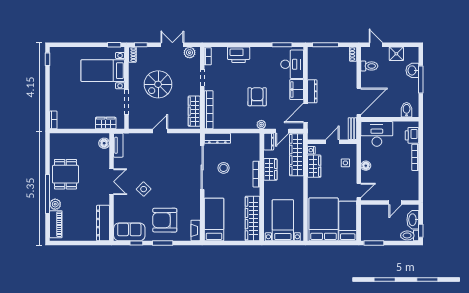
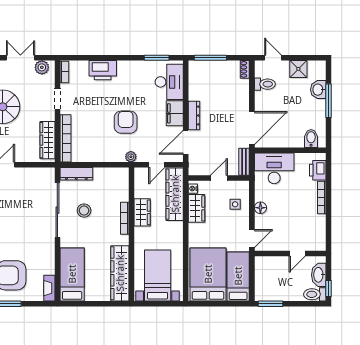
dresser: (269, 142) -> (140, 178), removed

